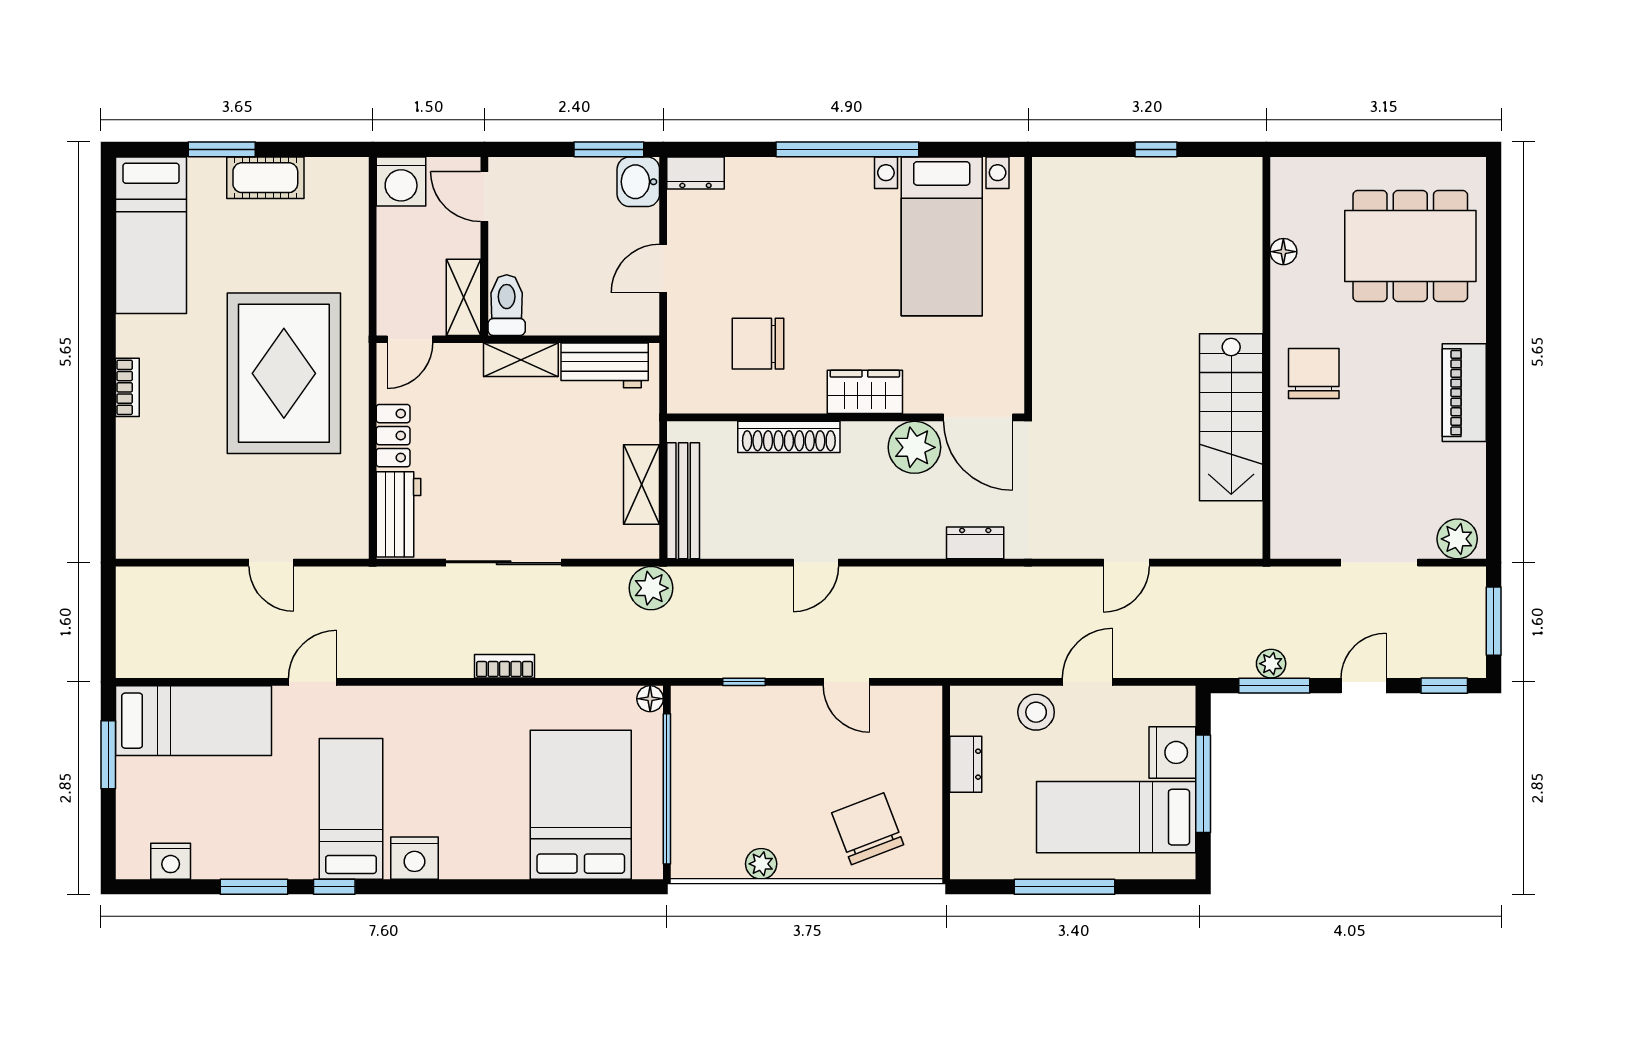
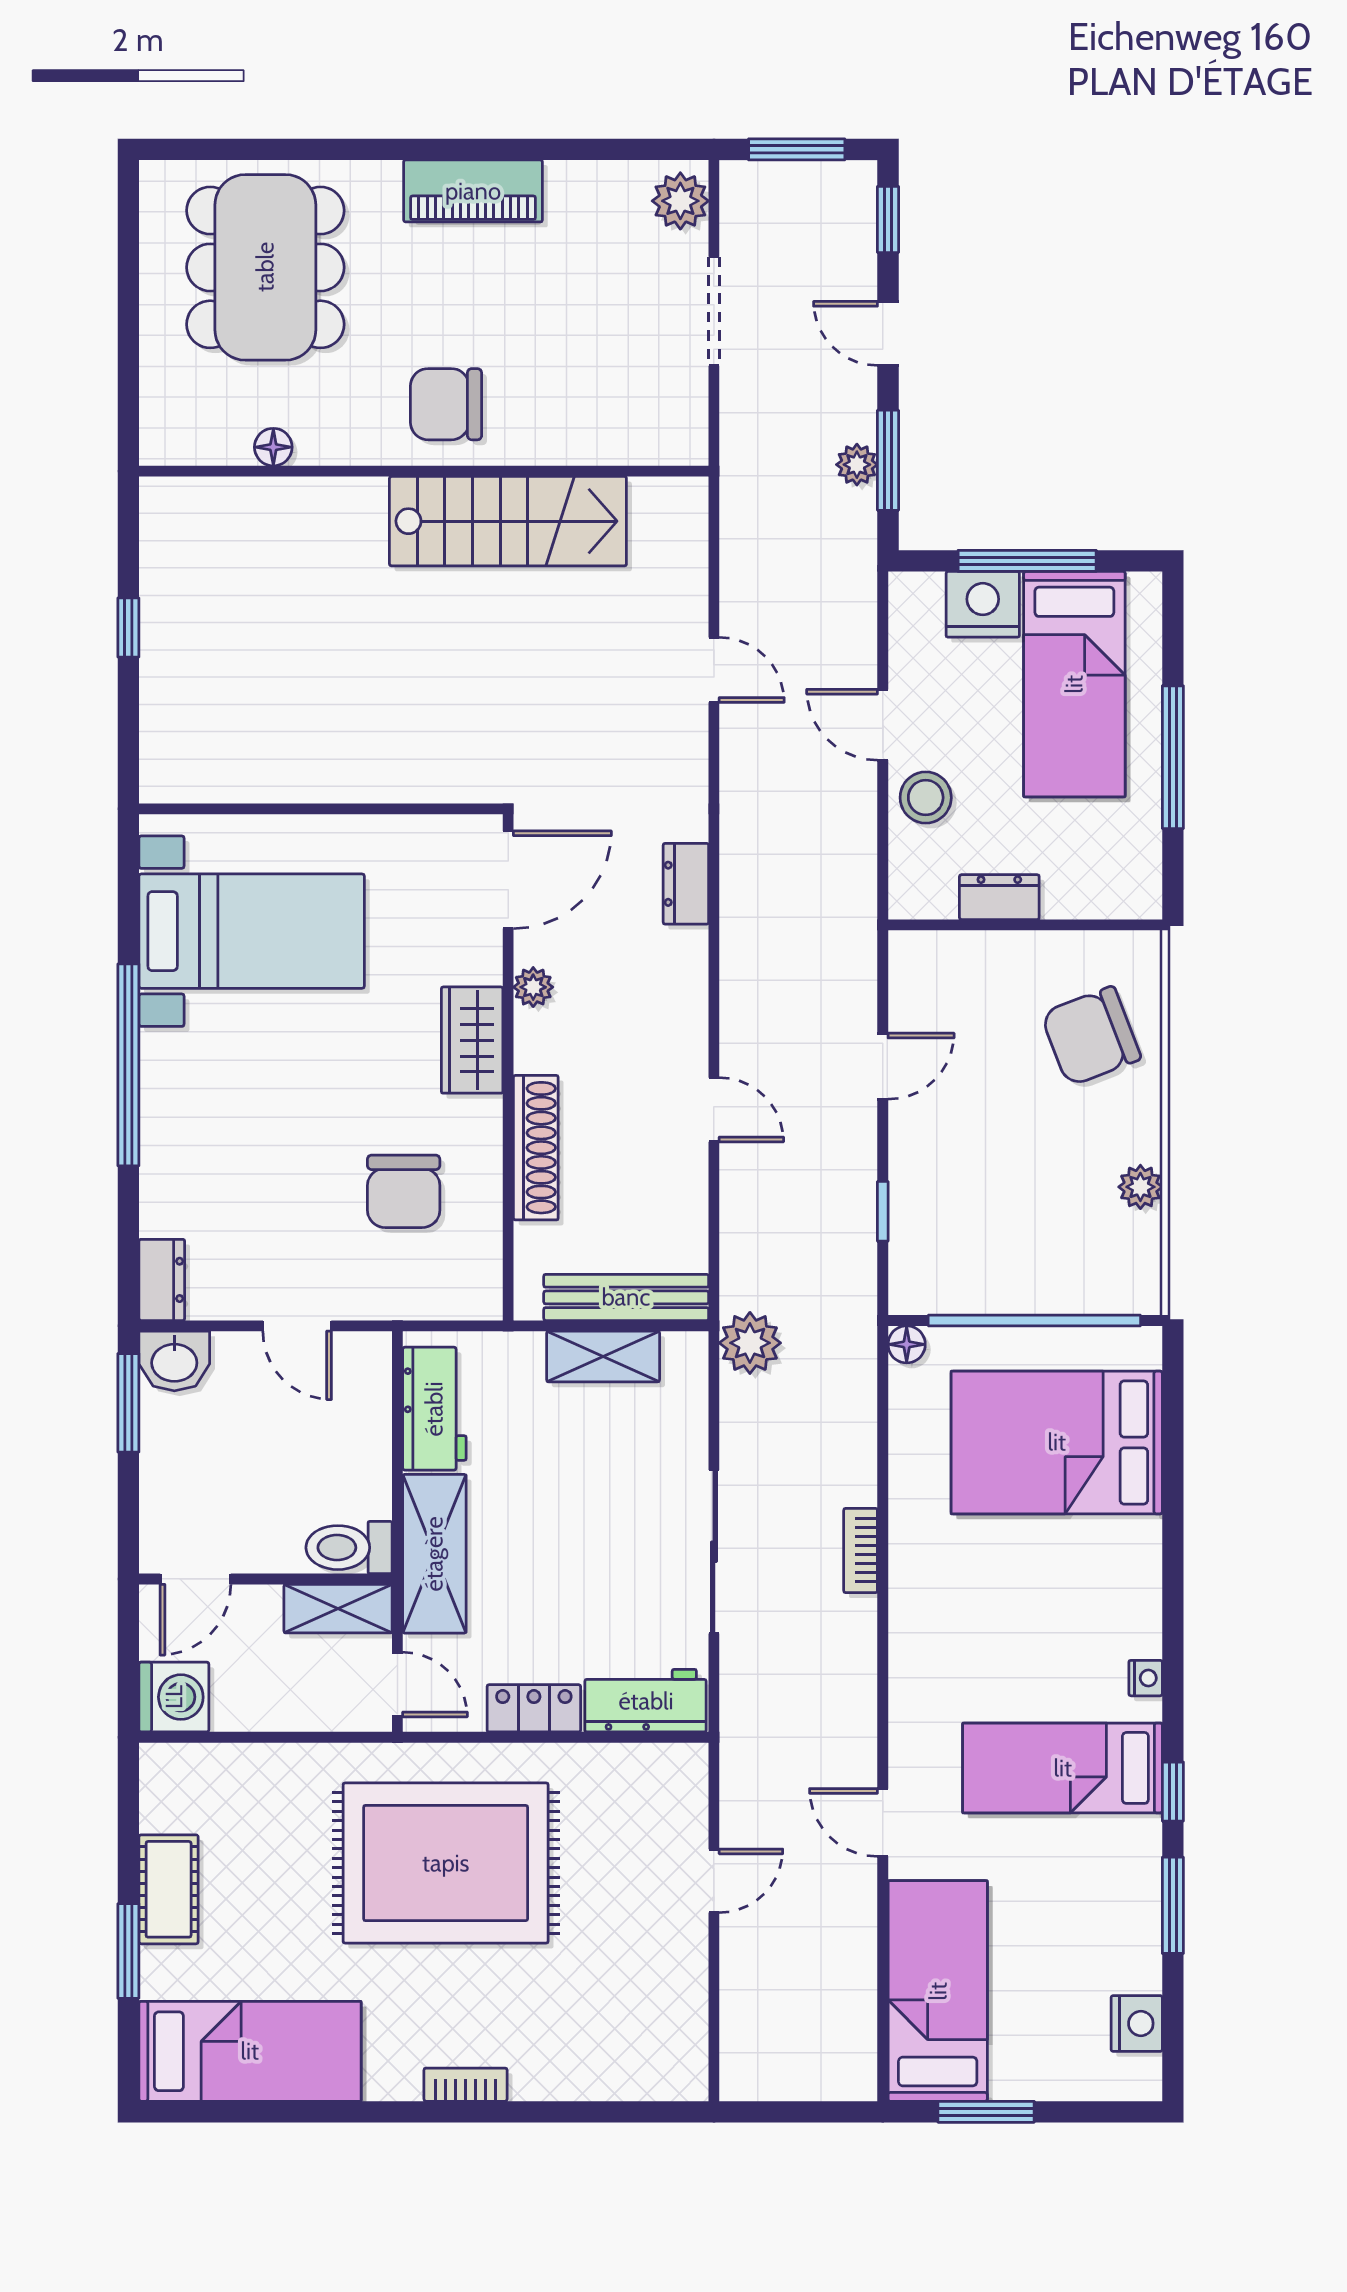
shelving: (521, 360) -> (434, 1554), width x1.50, depth x1.33
plant: (914, 447) -> (533, 987), width x0.53, depth x0.53
nightstand: (414, 858) -> (1146, 1678), width x0.53, depth x0.56

